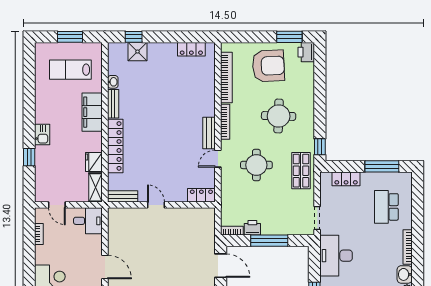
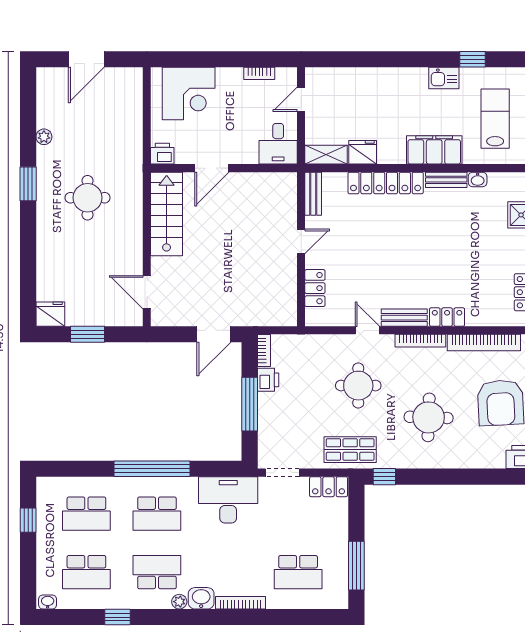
locker: (209, 103) -> (447, 317), added
kitchen sink: (42, 134) -> (444, 78), moved
window: (29, 157) -> (472, 59), moved
locker: (346, 179) -> (329, 487), moved, turned -90
locker: (201, 195) -> (315, 288), moved
school desk: (386, 207) -> (298, 572), turned 180

